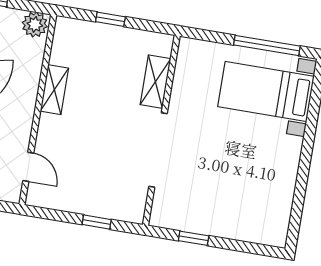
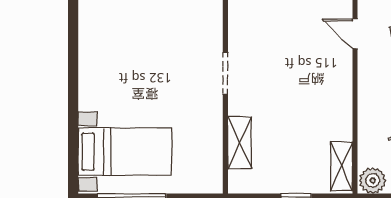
shelving: (54, 90) -> (342, 166), moved
doorway: (158, 150) -> (225, 73), width x0.53

